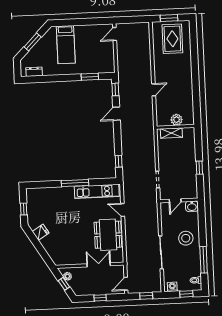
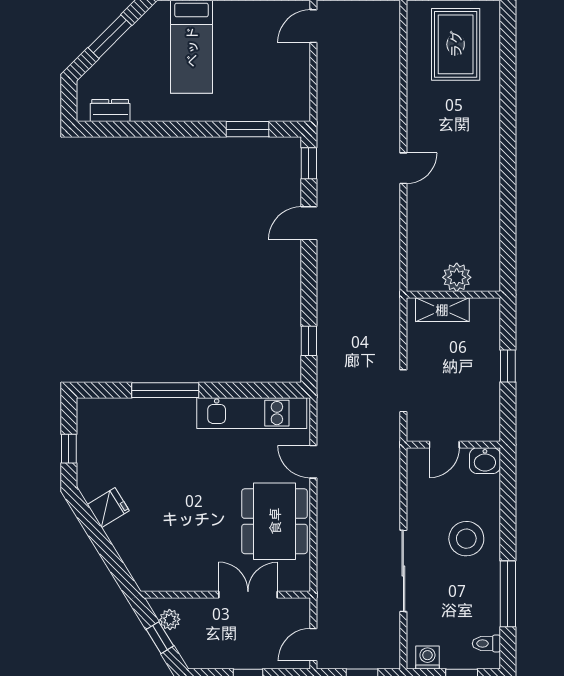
plant: (177, 120) -> (457, 277), moved
wall: (175, 127) -> (453, 295), moved
shelving: (171, 133) -> (442, 310), moved
window: (75, 183) -> (165, 390), moved

